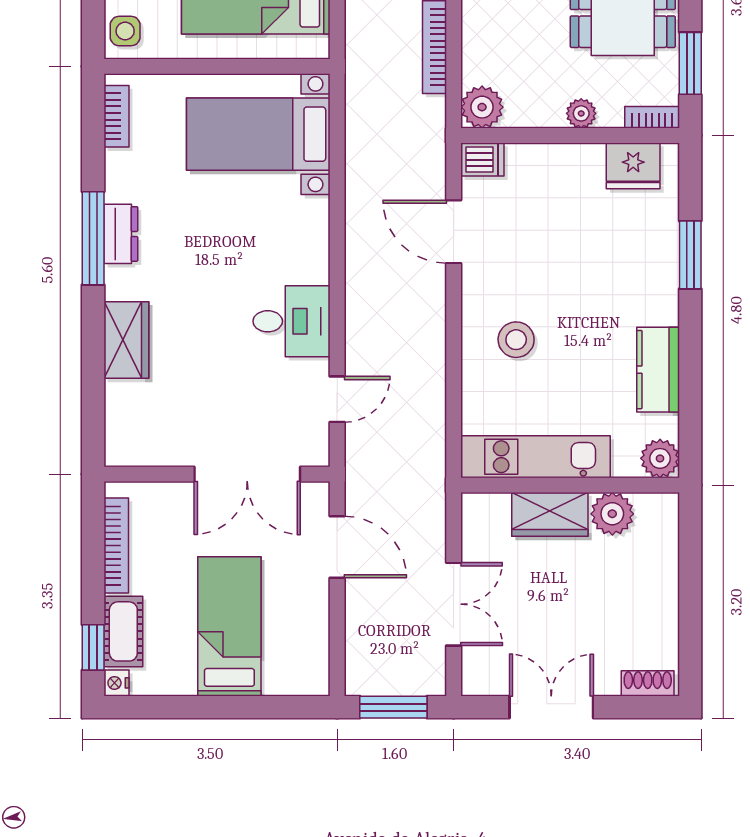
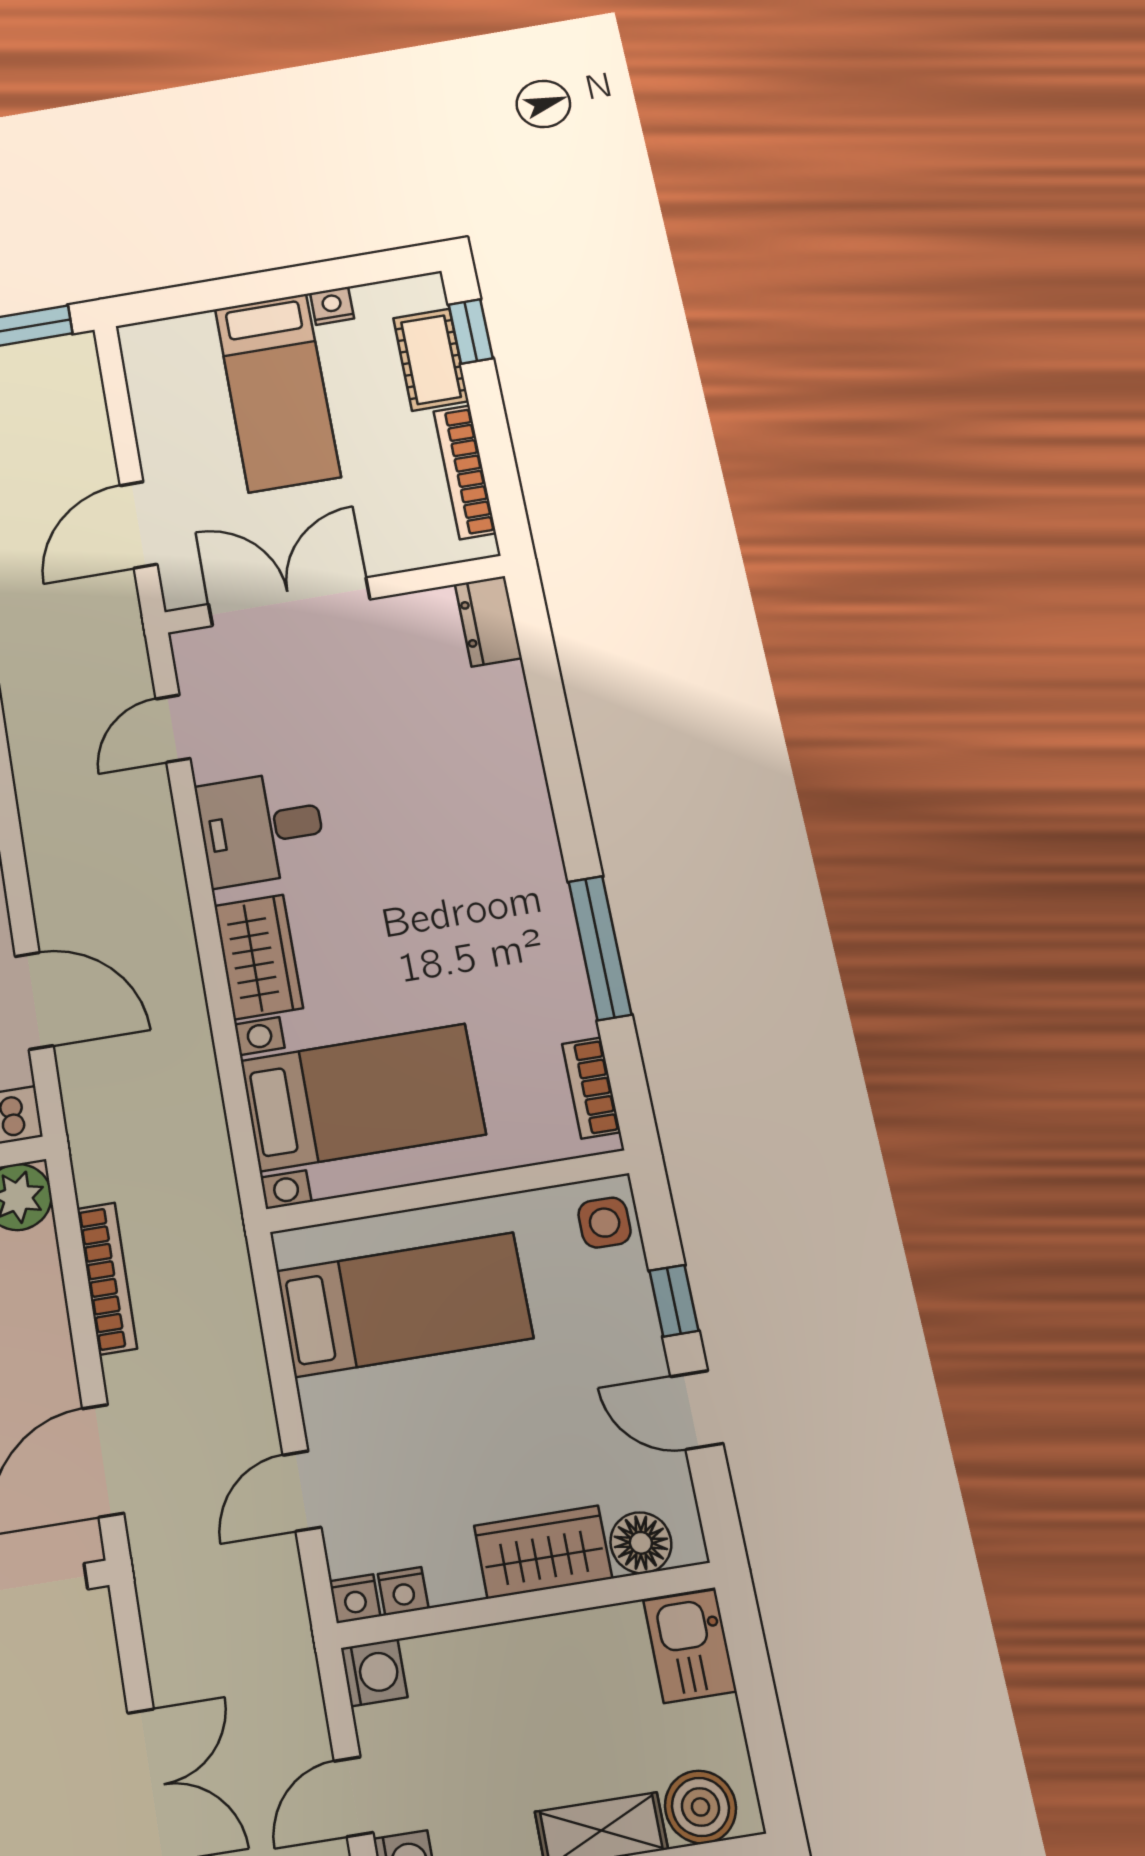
dresser: (121, 234) -> (488, 621), moved
window: (93, 238) -> (600, 948), moved
wardrobe: (126, 340) -> (259, 957), moved, turned 180
door: (337, 547) -> (139, 525), hinge flipped
nightstand: (116, 683) -> (332, 306), moved, turned -90

